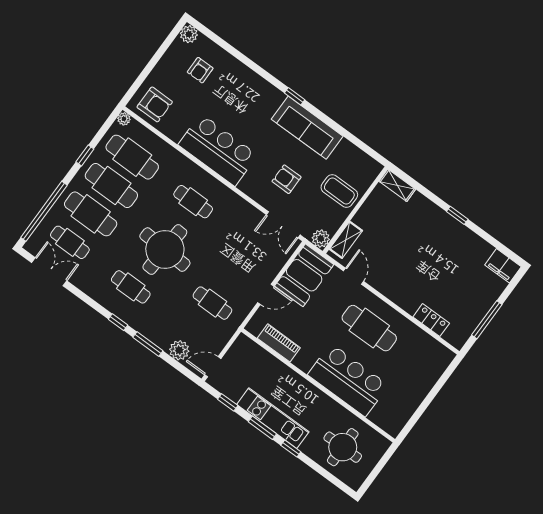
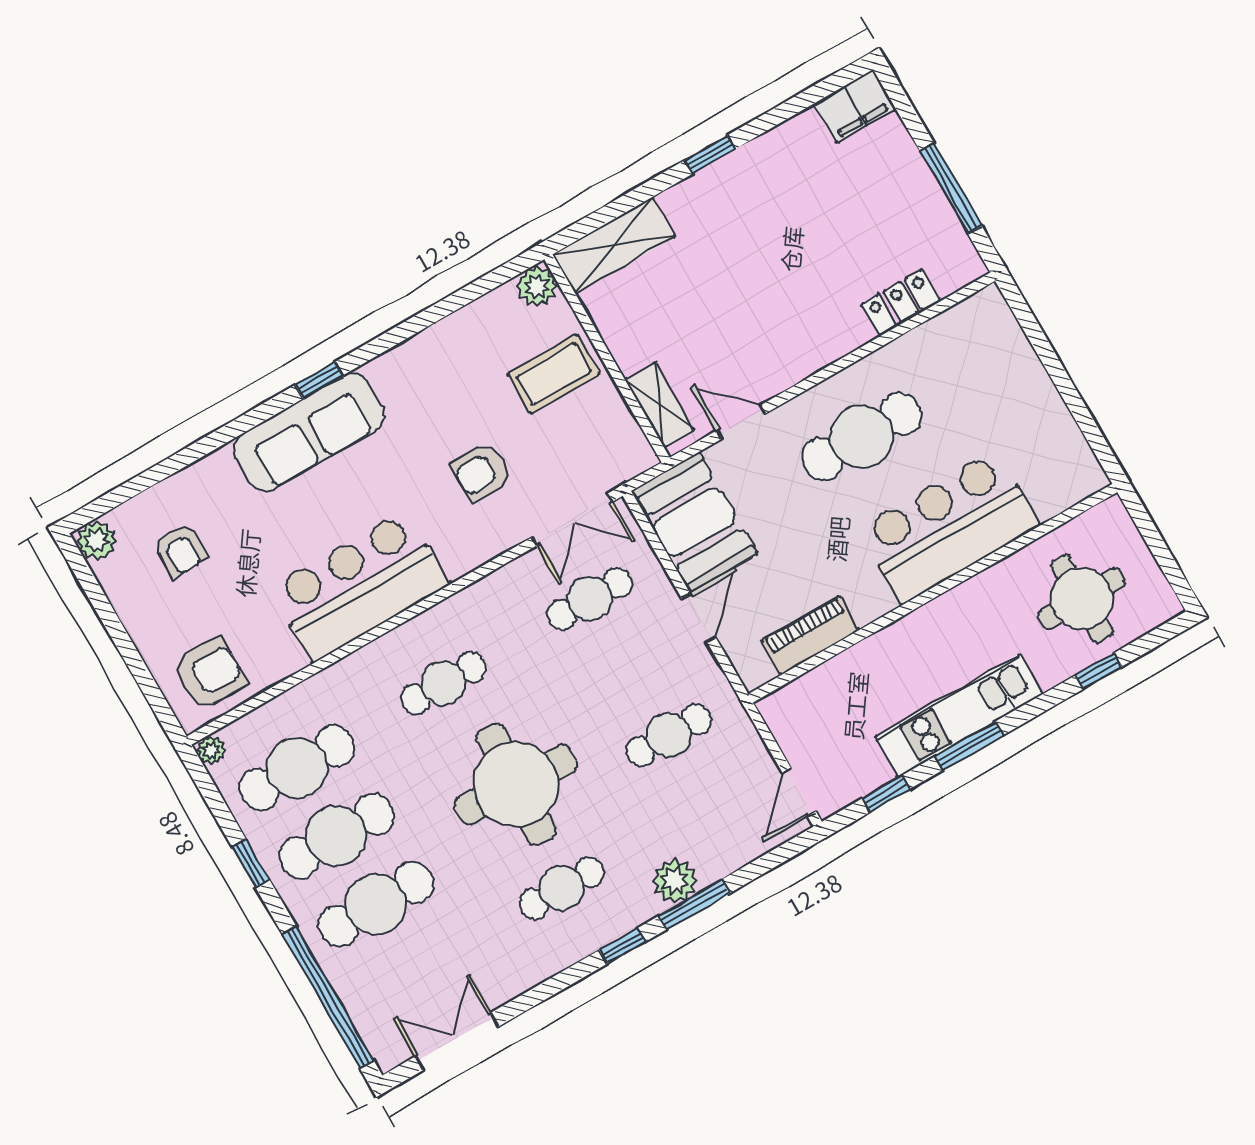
sofa: (307, 128) -> (309, 432), moved
shelving: (397, 185) -> (614, 246), width x1.50, depth x1.33
plant: (321, 239) -> (537, 286), moved
cafe table: (70, 242) -> (590, 599), moved
plant: (179, 350) -> (675, 881), moved
window: (291, 449) -> (1098, 671), moved

